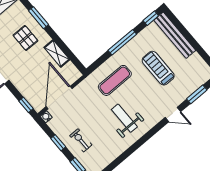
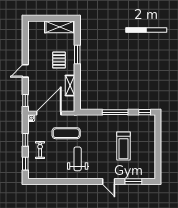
bench: (175, 35) -> (150, 135), removed
treadmill: (158, 68) -> (124, 146), turned 180
exercise mat: (115, 80) -> (66, 133), moved

